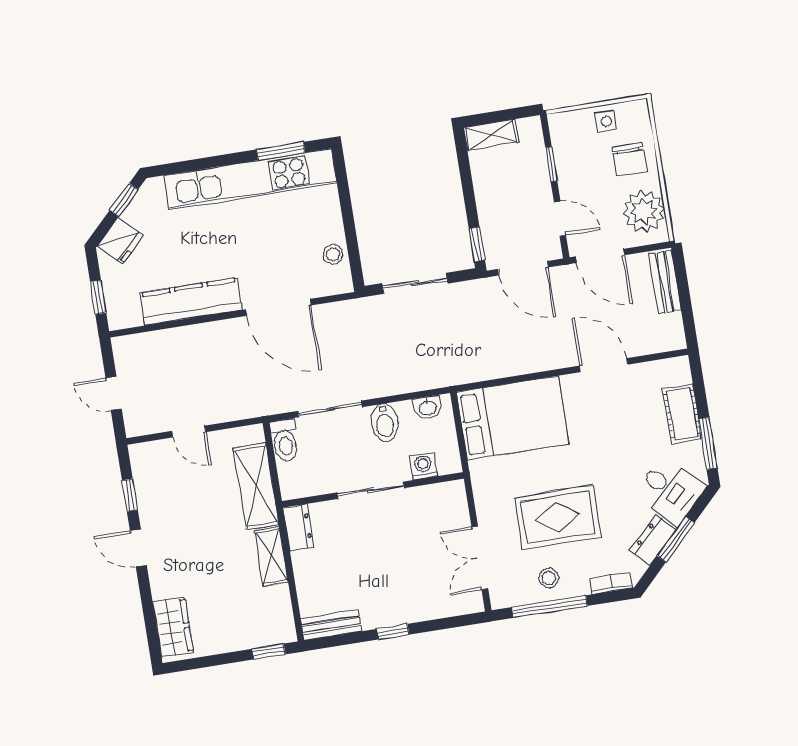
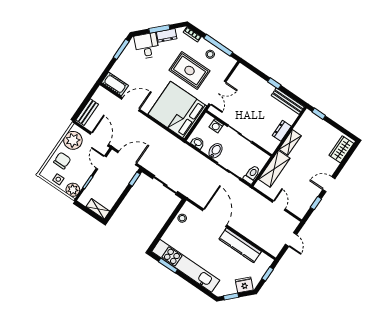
plant: (565, 127) -> (73, 190), added
door: (523, 268) -> (127, 158), hinge flipped
door: (604, 365) -> (131, 104), swing flipped
cot: (682, 414) -> (115, 84), moved, turned 90
bed: (513, 418) -> (177, 110), width x1.36
dresser: (298, 527) -> (282, 131), moved
door: (138, 548) -> (329, 184), swing flipped
double door: (480, 558) -> (217, 93), moved
bench: (331, 625) -> (288, 101), width x1.36

